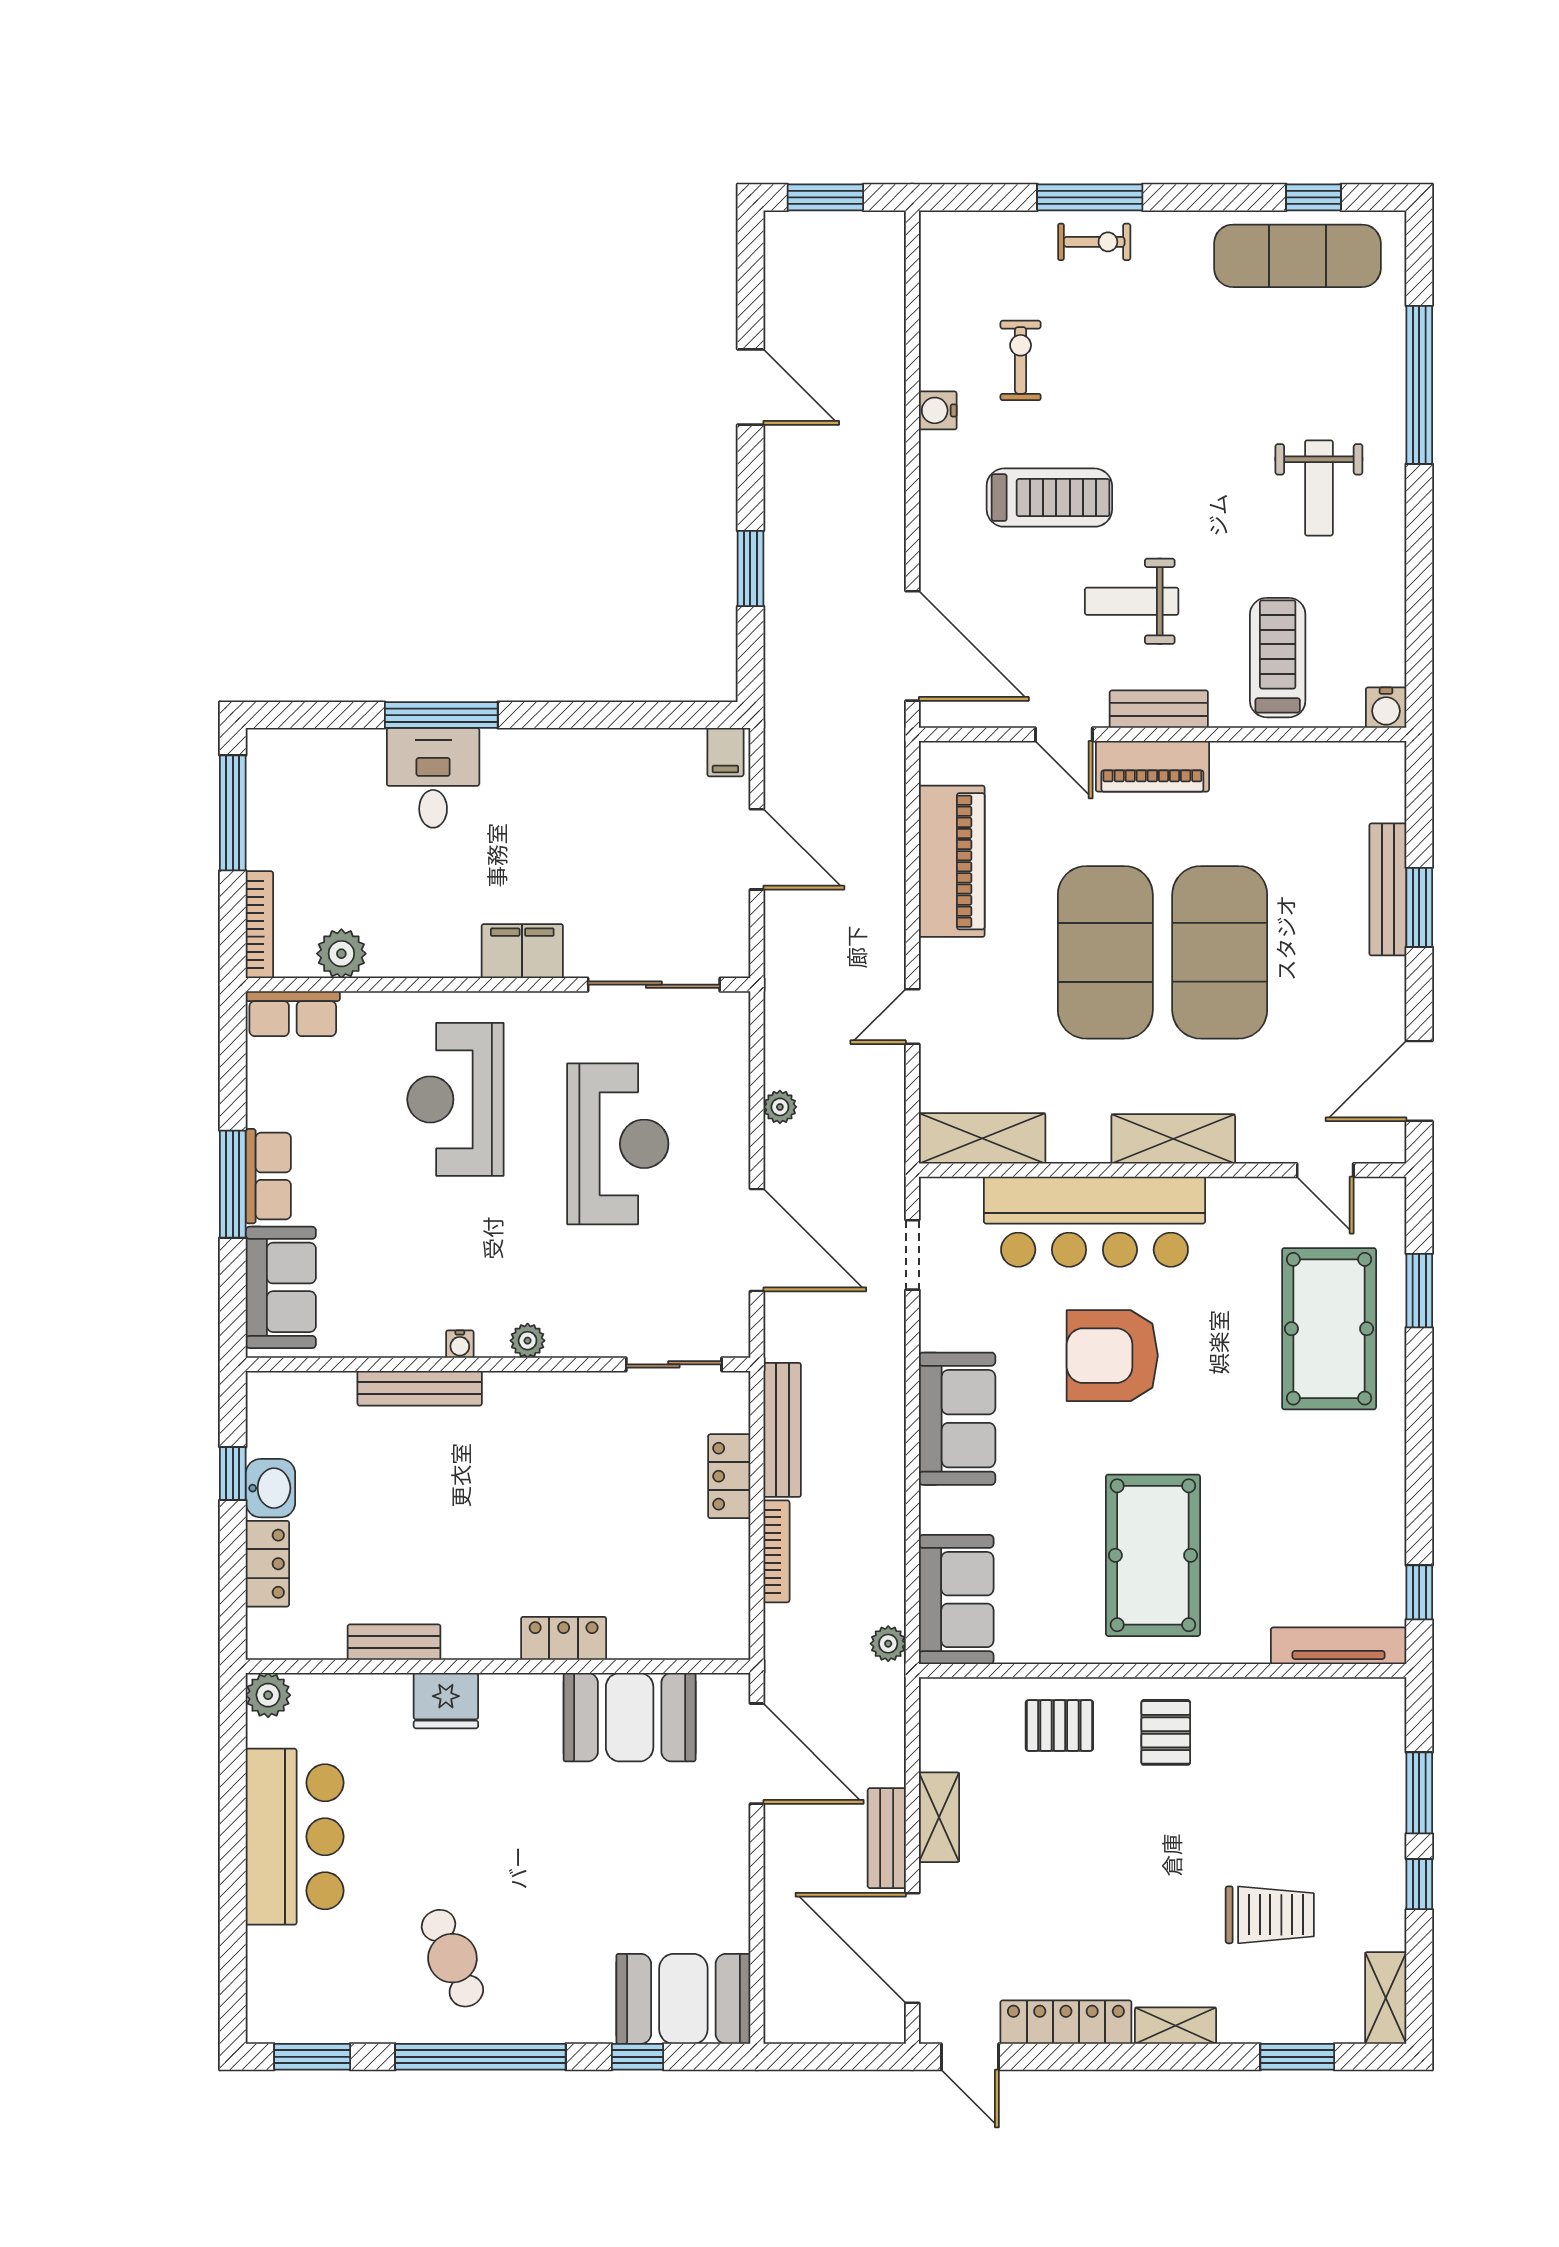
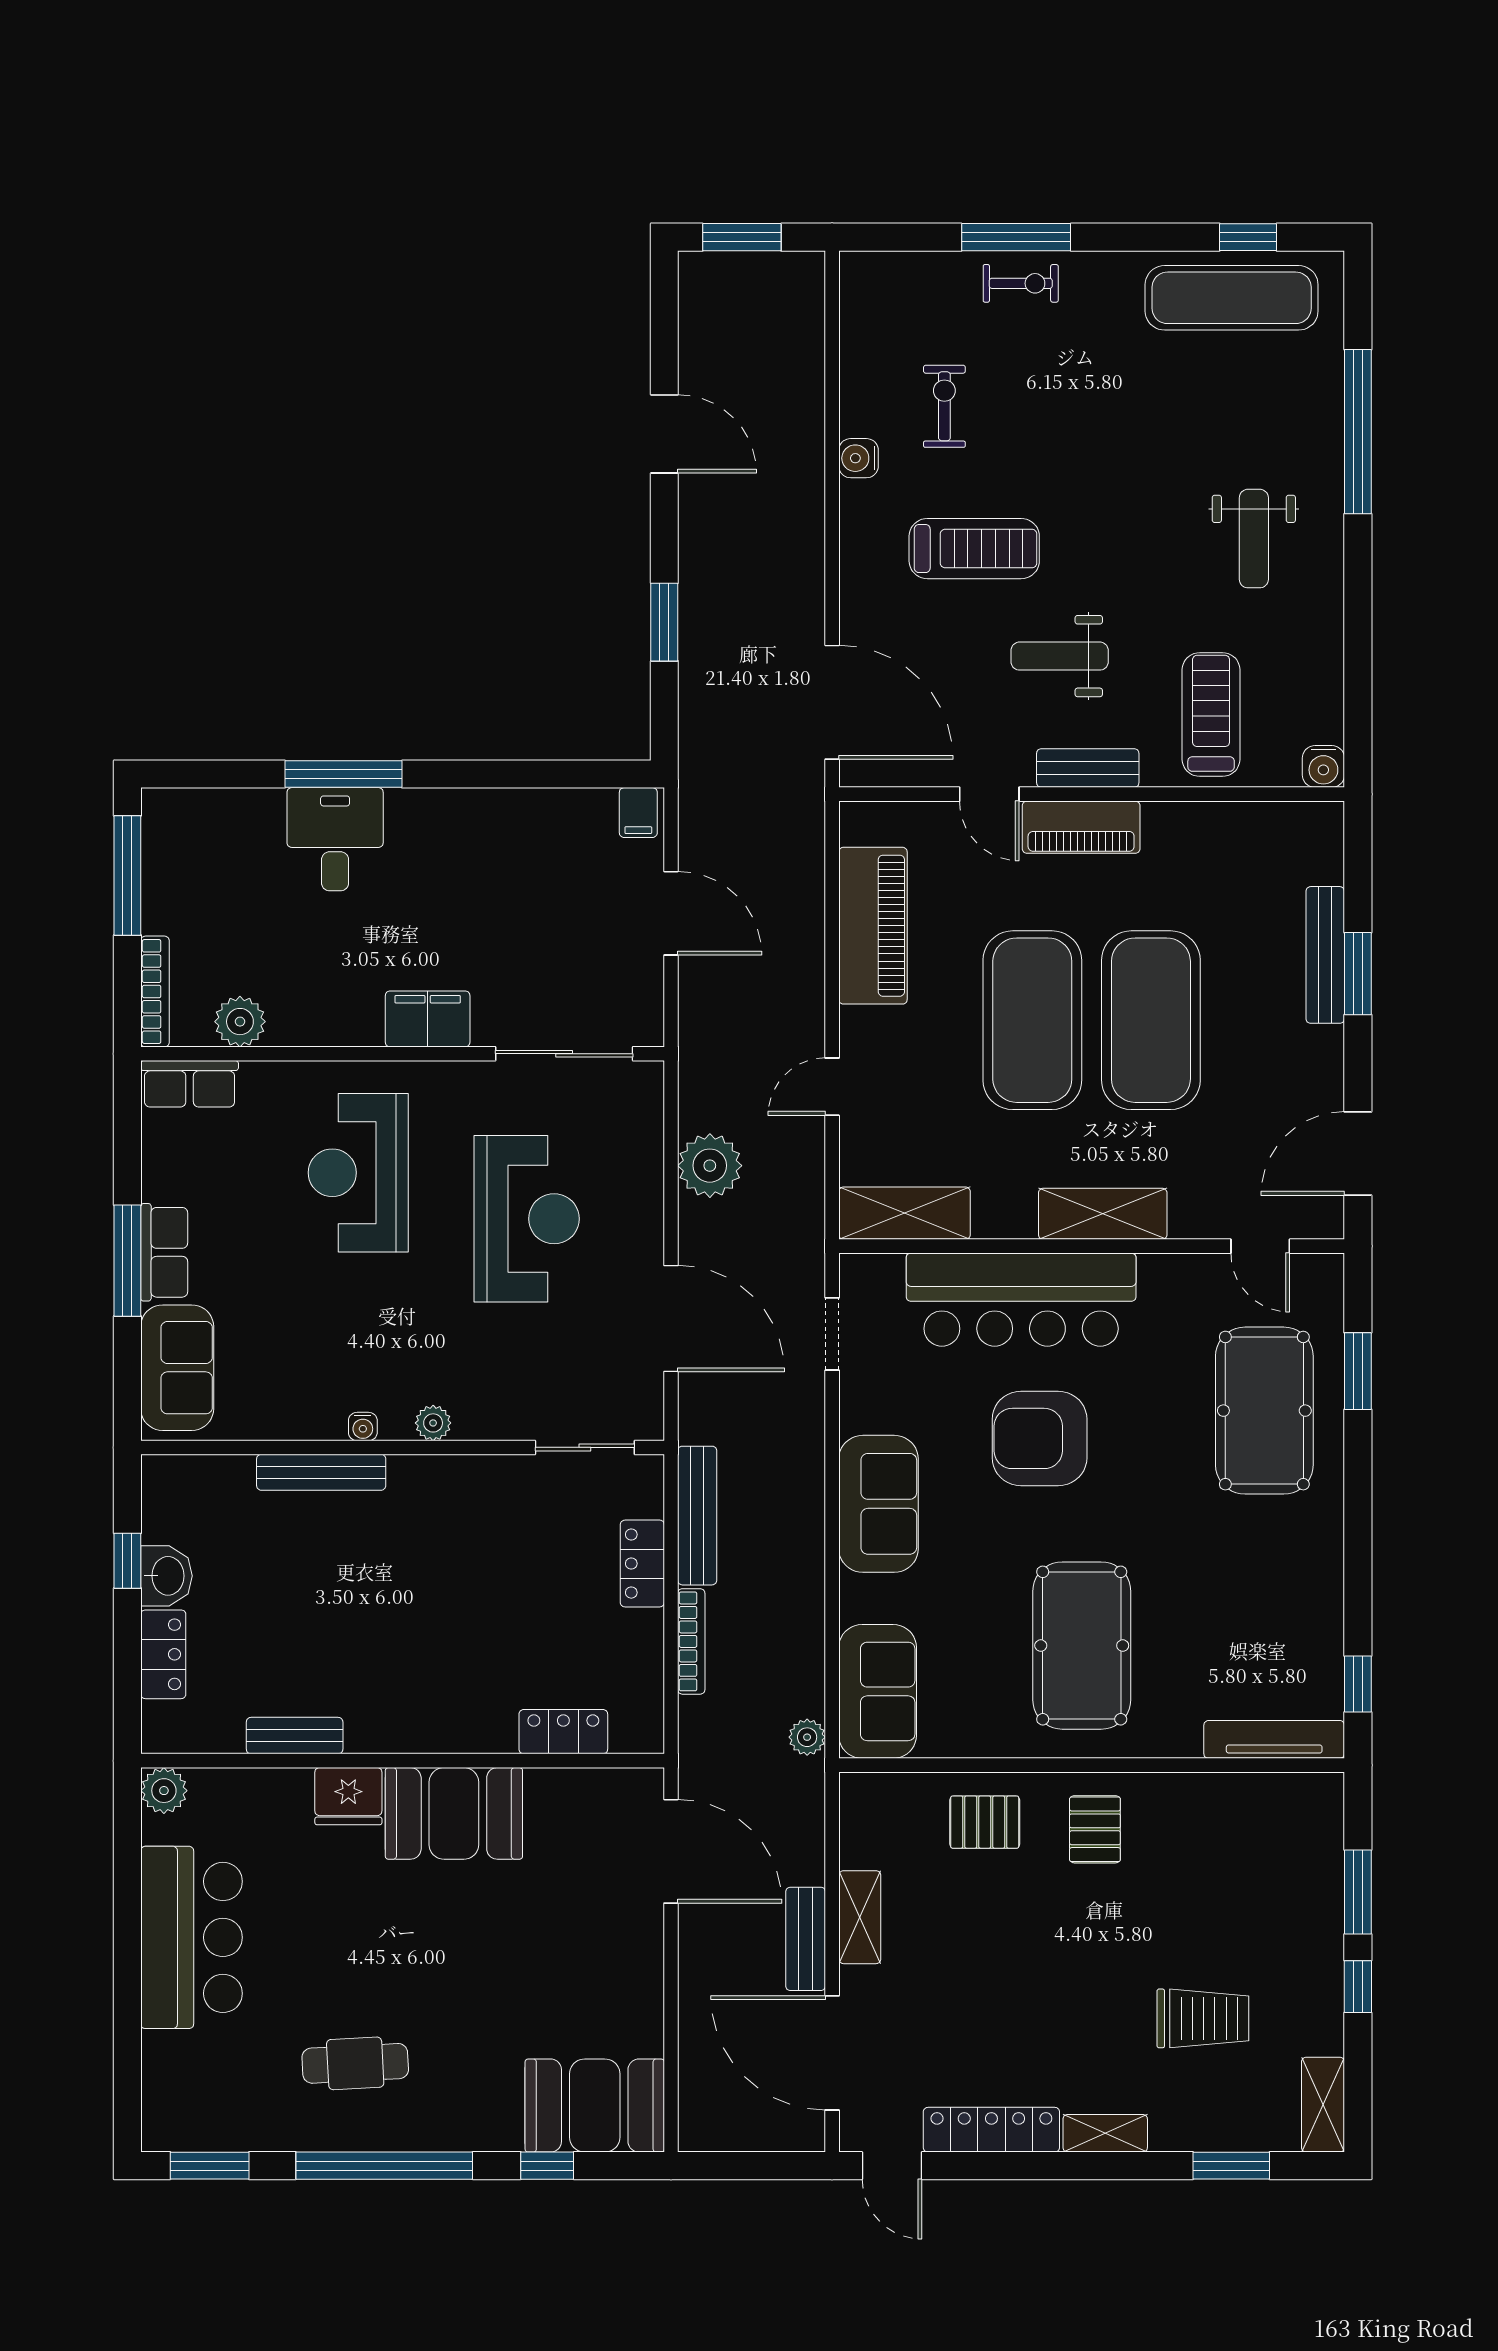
plant: (780, 1107) -> (710, 1166), width x1.87, depth x1.87
locker: (564, 1638) -> (563, 1732), moved
booth: (630, 1717) -> (454, 1813), moved
cafe table: (452, 1958) -> (355, 2063), turned -70

